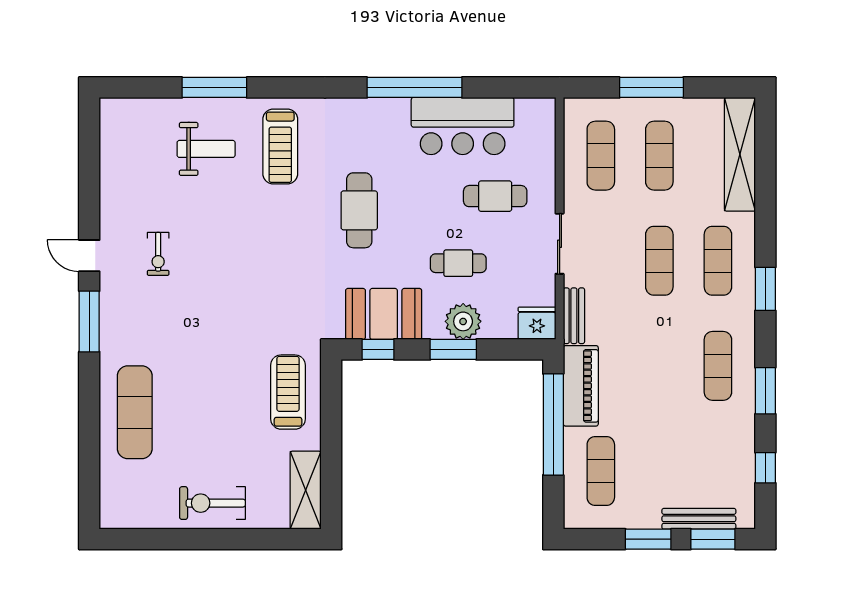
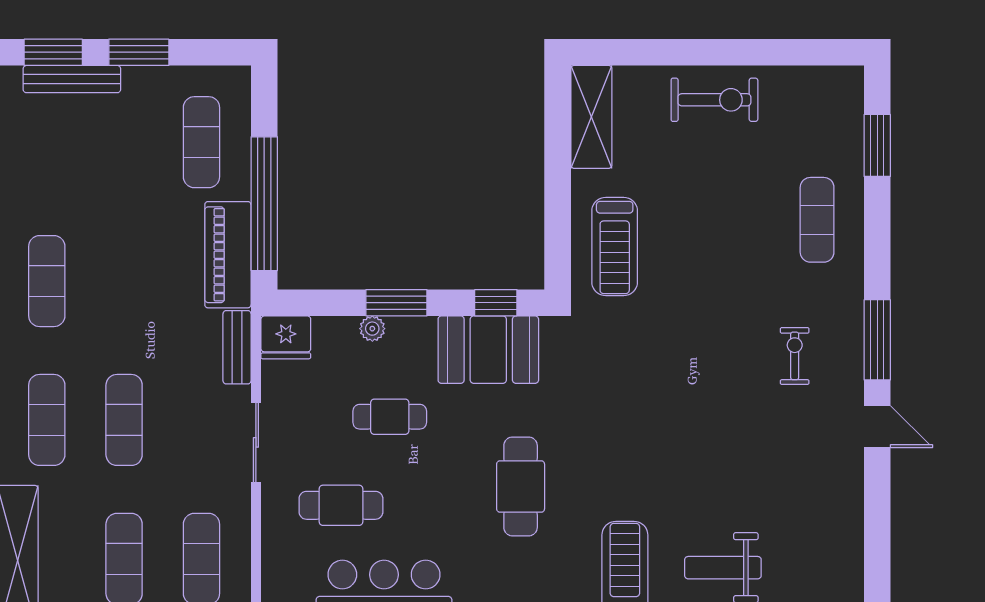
exercise bike: (158, 254) -> (795, 356), moved
plant: (463, 321) -> (372, 329), width x0.53, depth x0.53
exercise mat: (135, 412) -> (817, 220), width x0.73, depth x0.69
window: (89, 469) -> (877, 145), added

